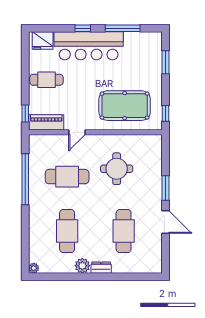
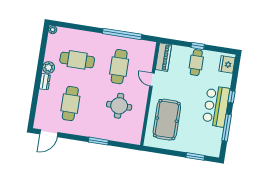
bar counter: (89, 46) -> (216, 106), width x0.73
window: (166, 113) -> (156, 150), removed
window: (25, 114) -> (198, 46), moved
door: (166, 222) -> (49, 133), moved
cafe table: (124, 231) -> (70, 104), turned 90

